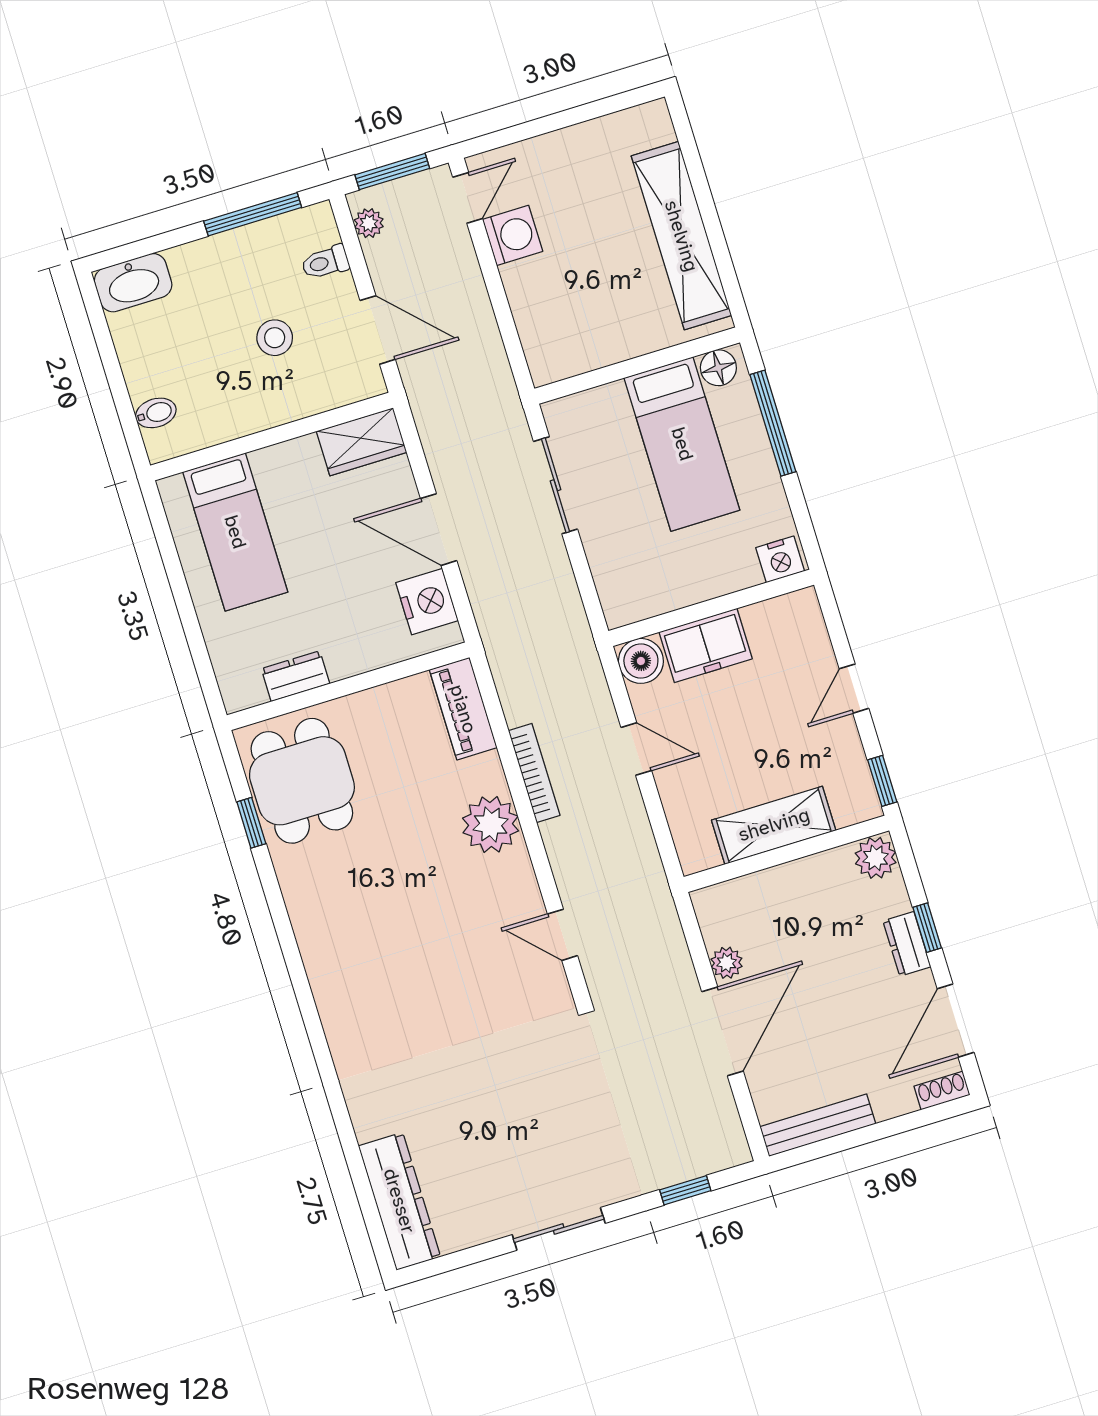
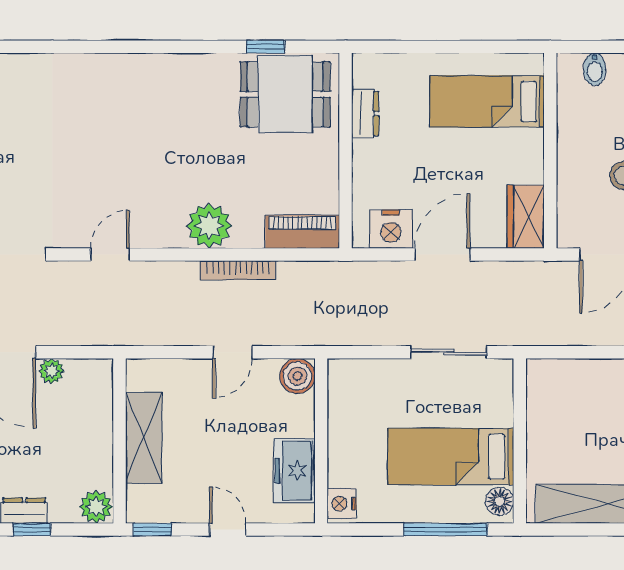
freezer: (706, 645) -> (294, 471), moved

